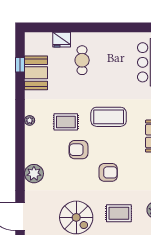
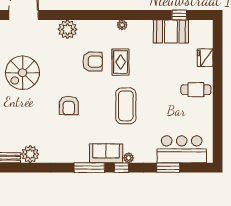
cafe table: (82, 60) -> (196, 90), moved
armchair: (79, 150) -> (93, 62), moved, turned 90
rug: (119, 213) -> (27, 116), removed

